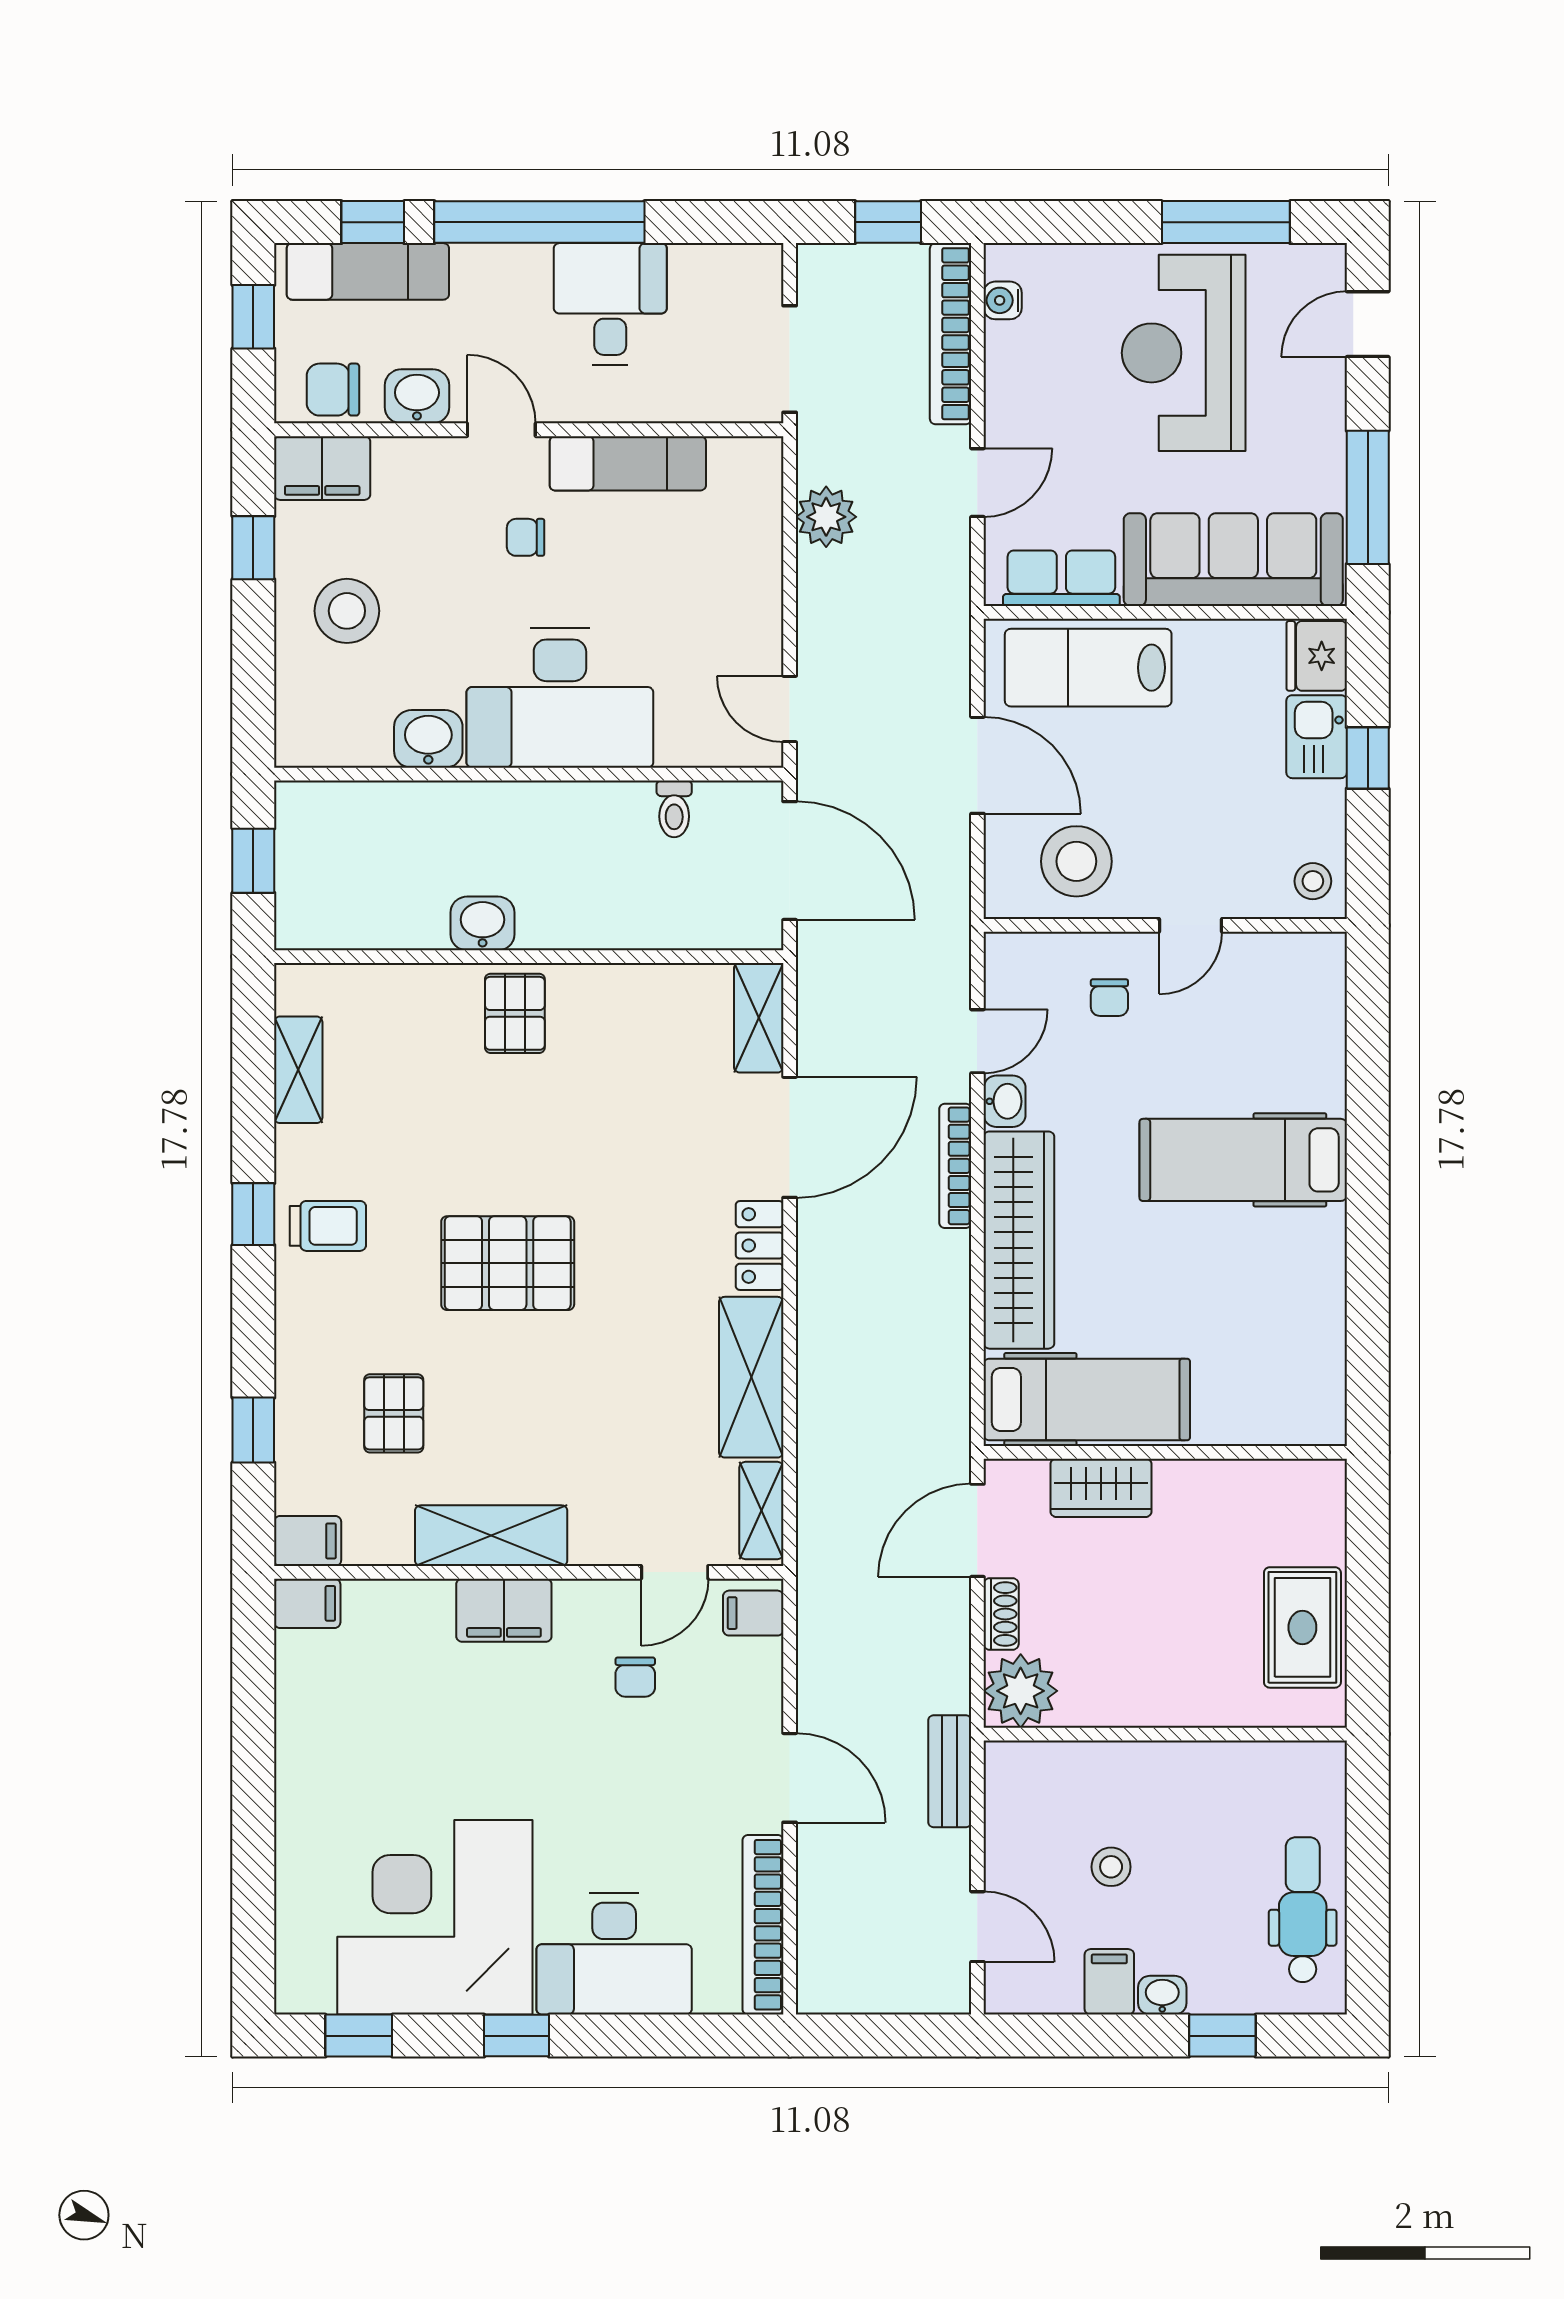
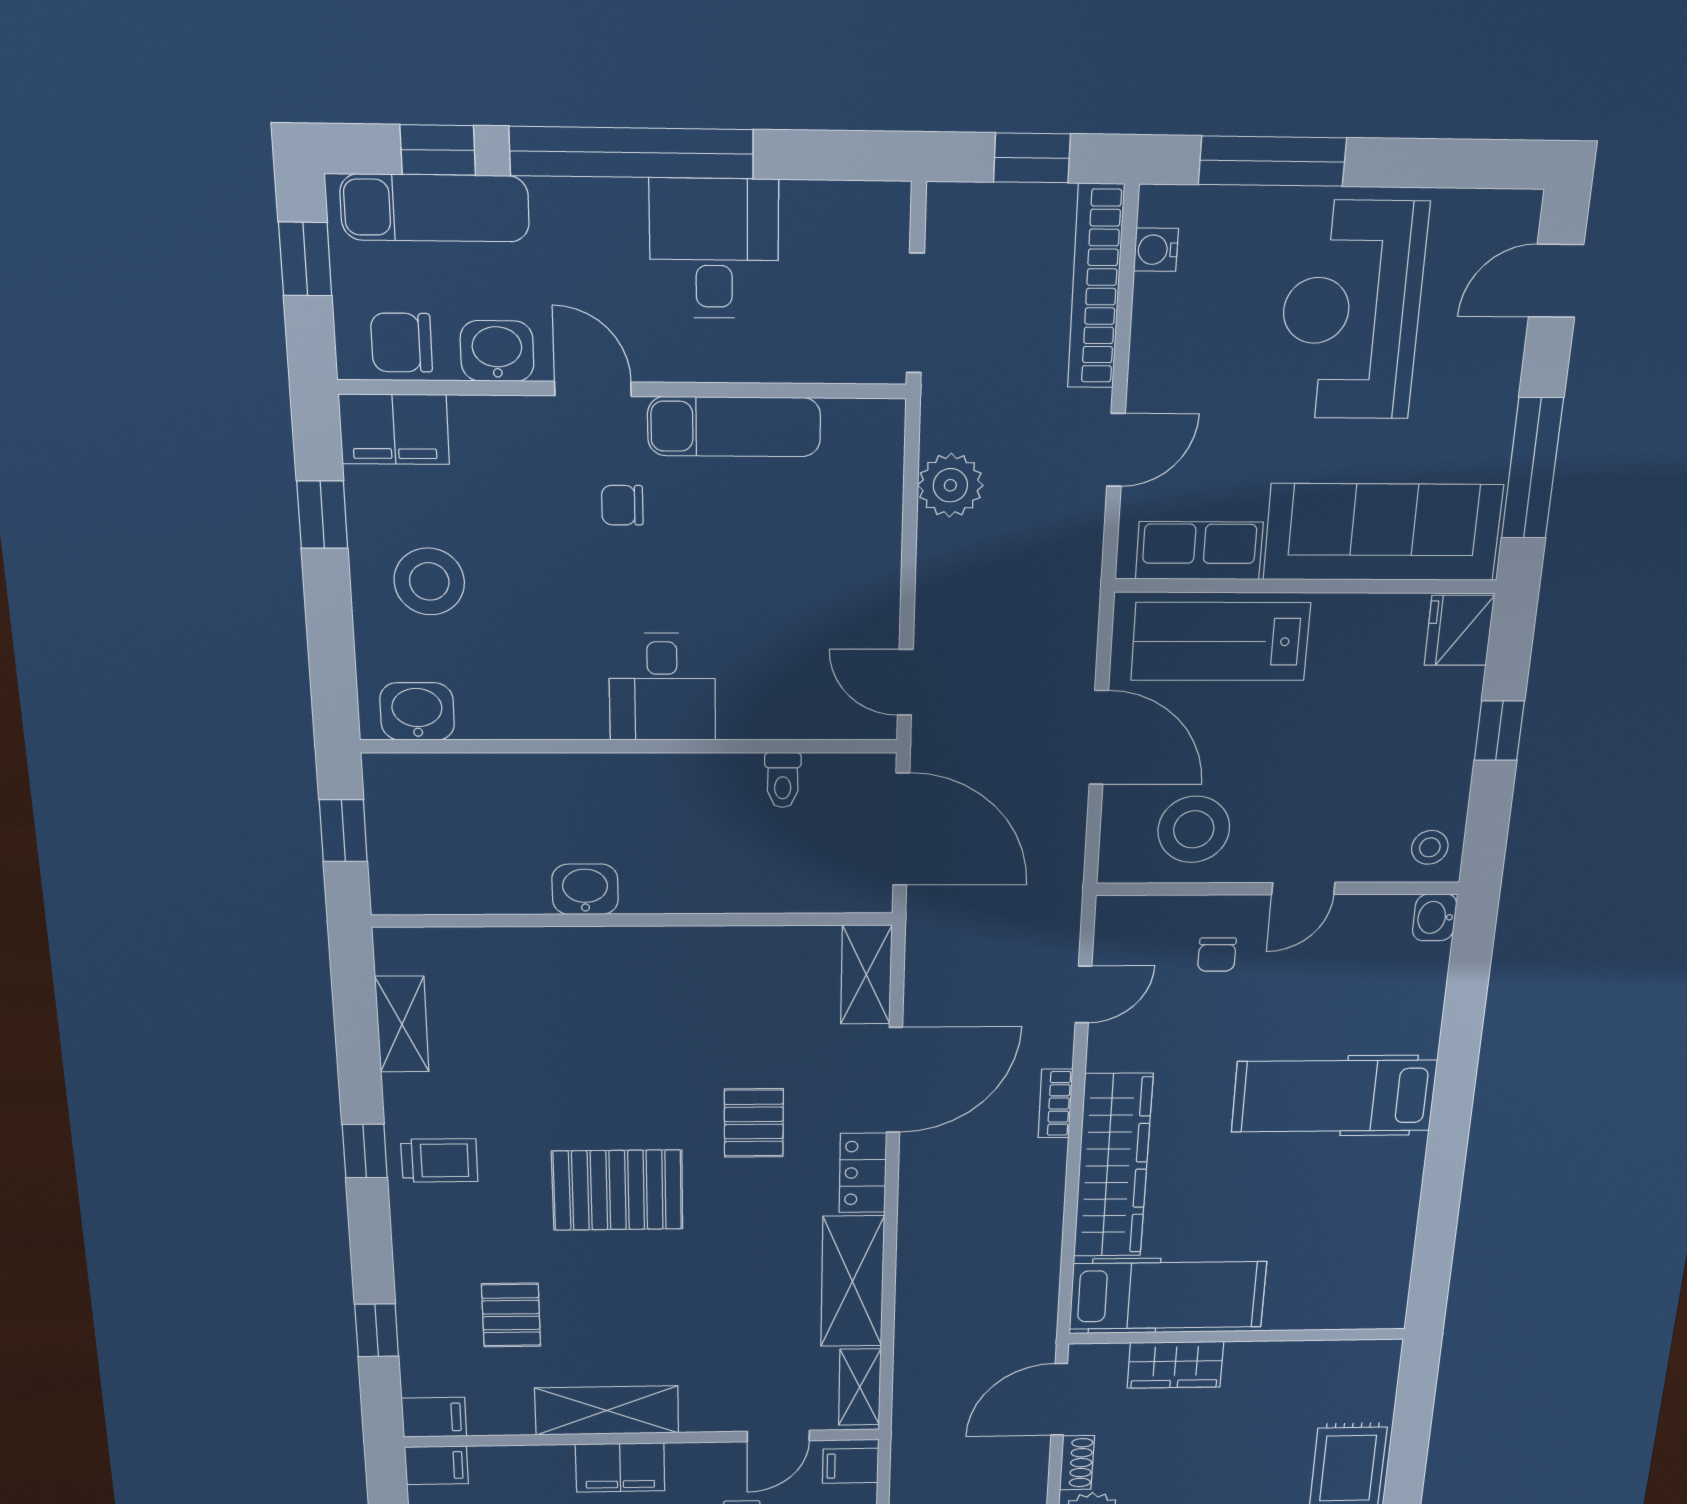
window: (1226, 222) -> (1272, 161), moved
desk: (560, 698) -> (662, 687), width x0.53, depth x0.77
kitchen sink: (1317, 737) -> (1450, 710), removed
washbasin: (428, 739) -> (417, 712), moved
pallet: (515, 1013) -> (754, 1123), moved
washbasin: (1005, 1101) -> (1435, 917), moved, turned 180
bookcase: (955, 1166) -> (1055, 1104), width x0.64

